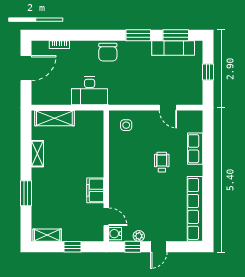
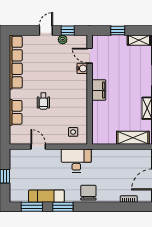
exam couch: (173, 48) -> (46, 196), moved
desk: (90, 91) -> (76, 160), moved
filing cabinet: (95, 190) -> (99, 90), moved
water cooler: (115, 234) -> (82, 68), moved

